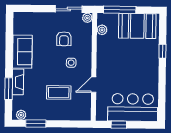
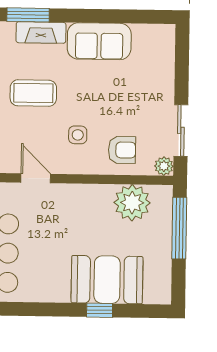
booth: (137, 26) -> (107, 280), moved, turned 90
plant: (102, 30) -> (132, 203), width x1.87, depth x1.87
armchair: (64, 39) -> (122, 150), moved, turned 180
coffee table: (59, 92) -> (33, 93), moved, turned 90

